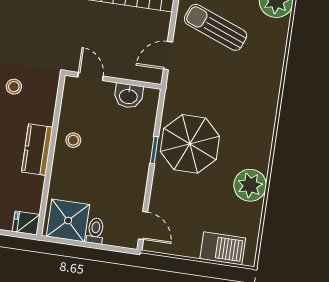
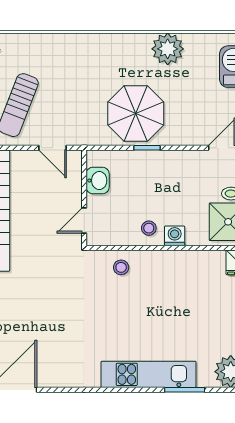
stool: (14, 87) -> (121, 267), moved
kitchen counter: (37, 150) -> (163, 262), removed
washing machine: (62, 165) -> (175, 236), added

